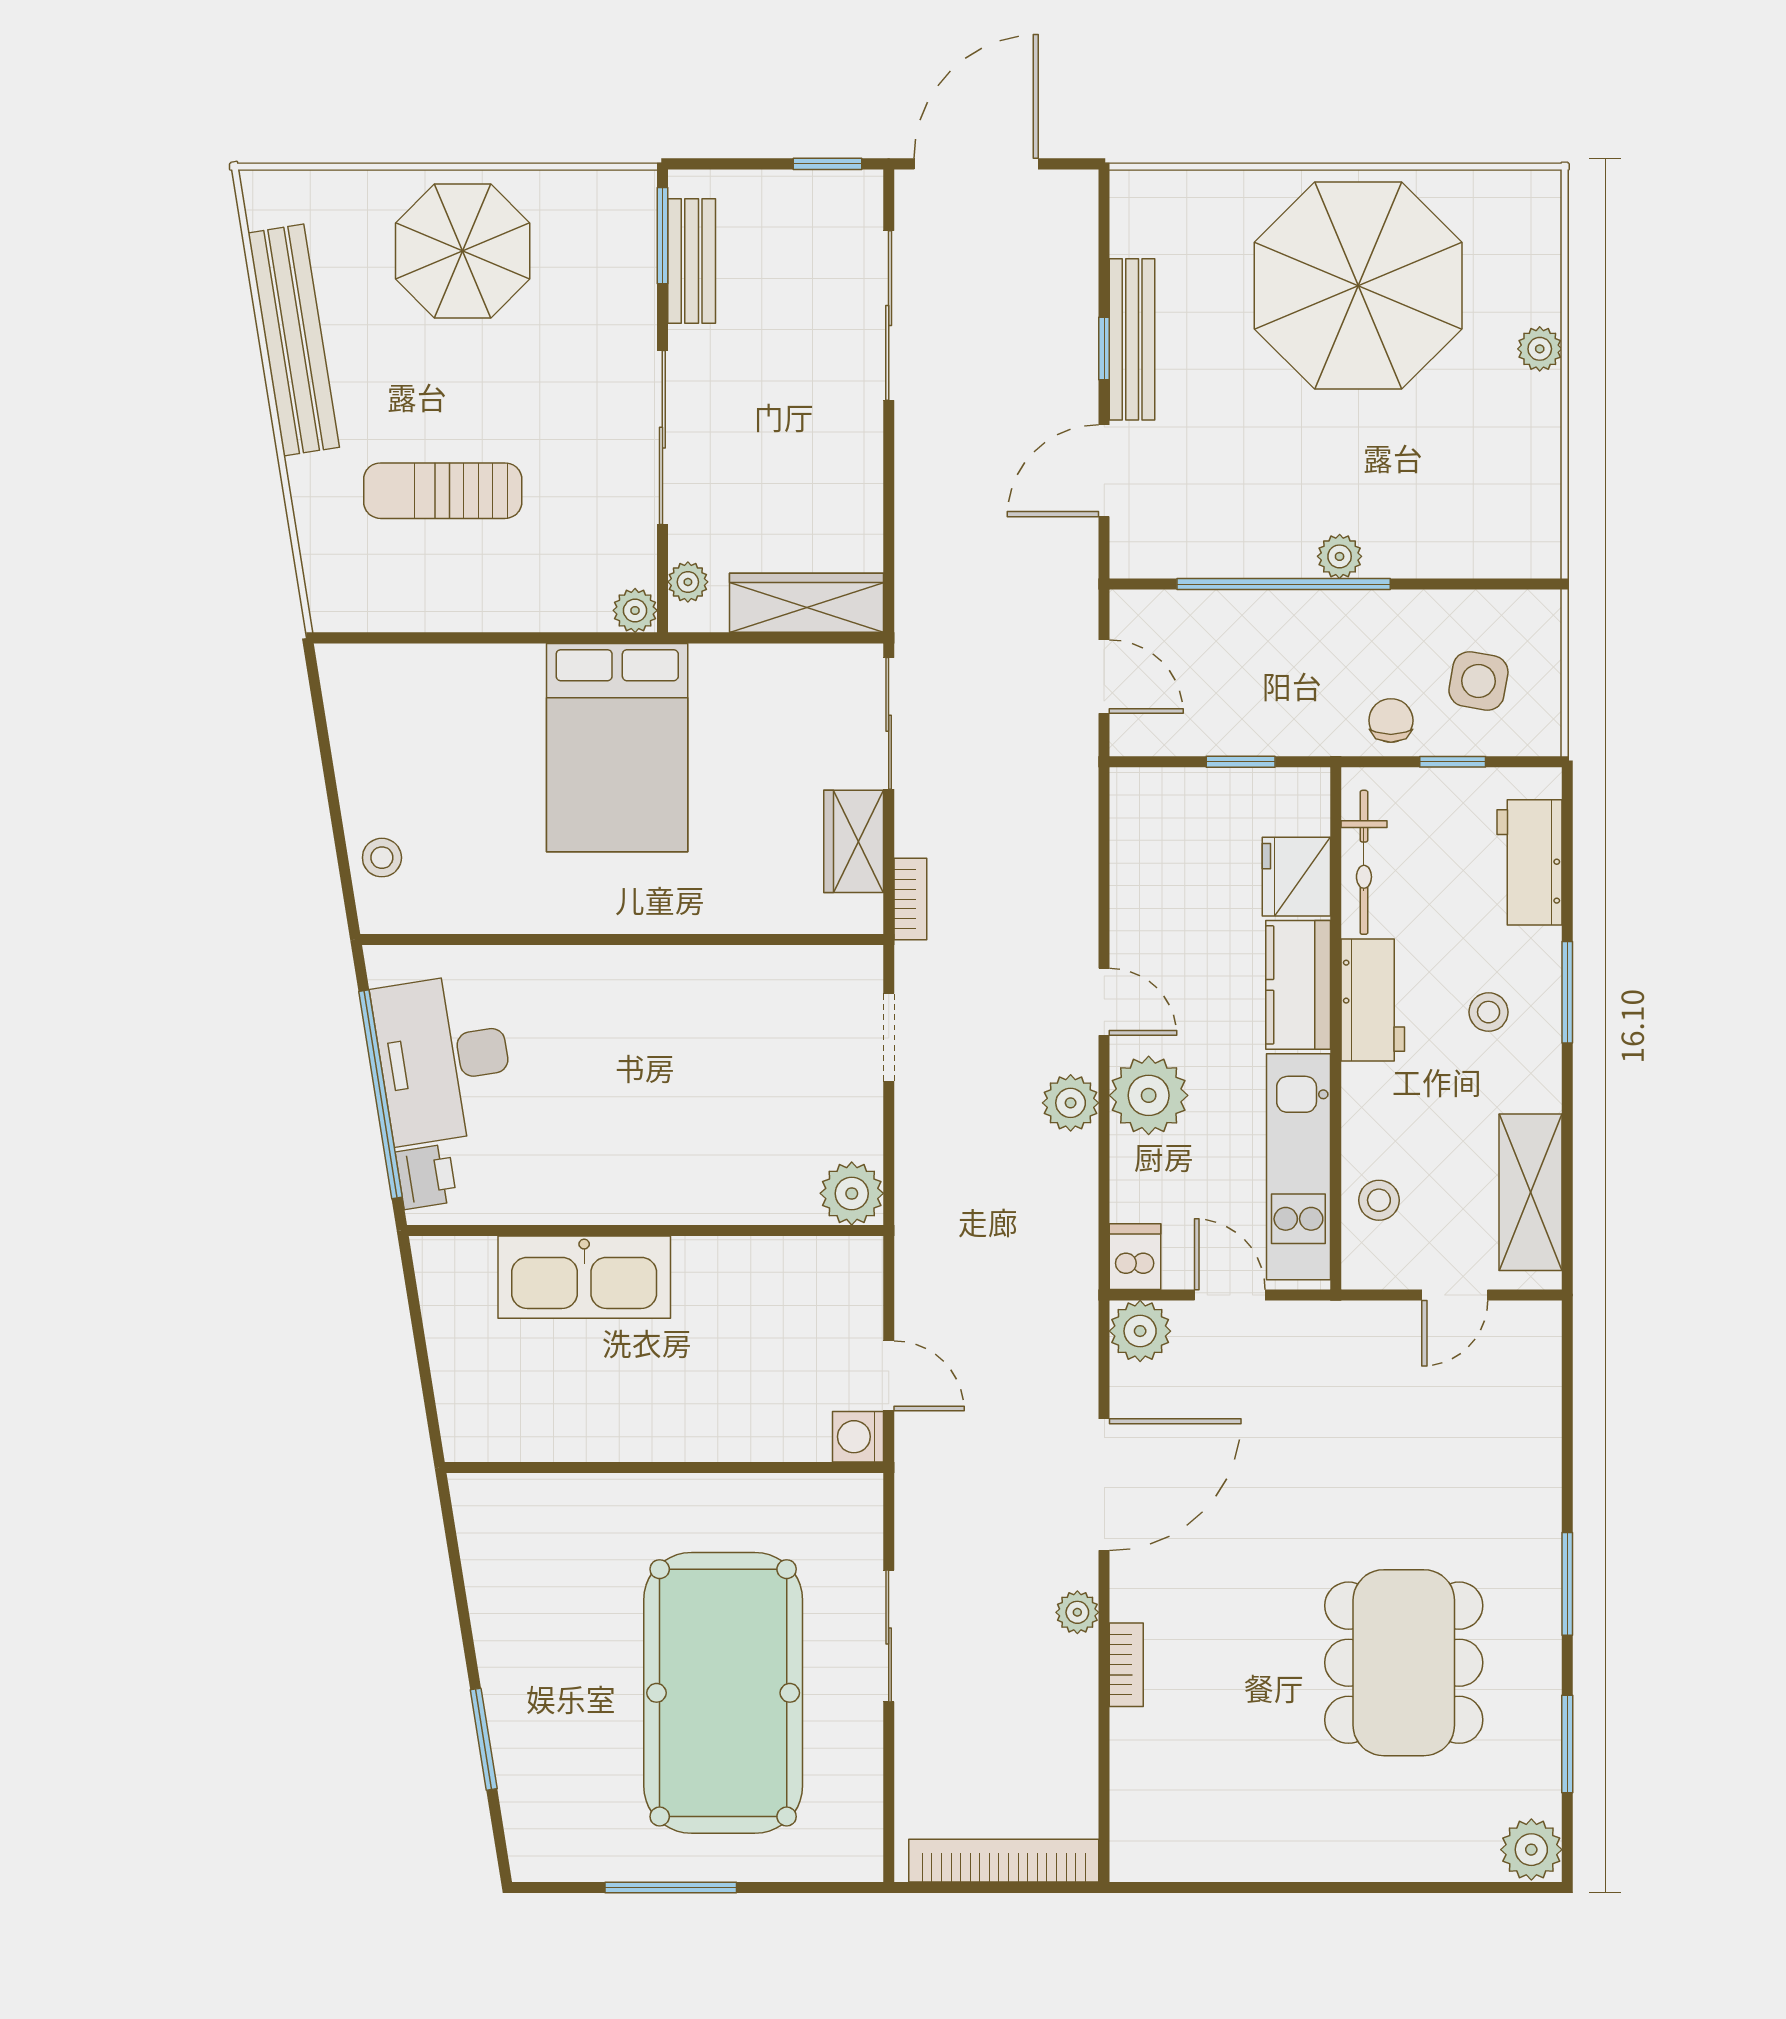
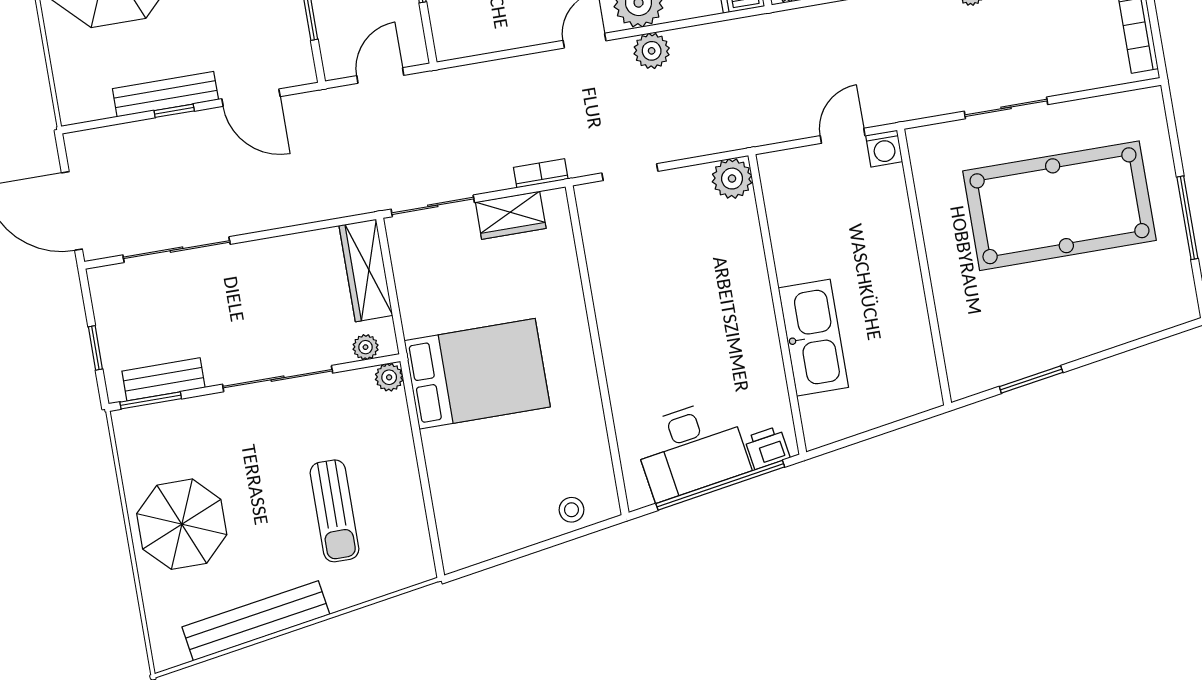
window: (827, 164) -> (95, 348), moved
window: (484, 1739) -> (1031, 379), moved

